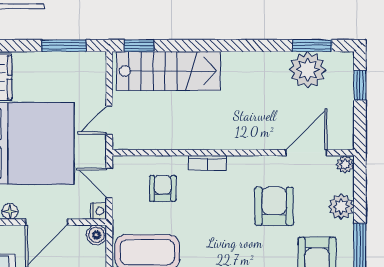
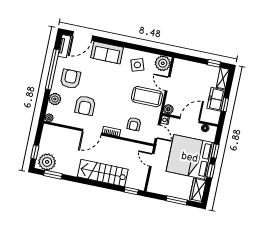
window: (64, 46) -> (177, 200), moved
plant: (308, 70) -> (47, 162), moved
stairs: (168, 71) -> (103, 173), moved
door: (109, 120) -> (152, 160), swing flipped
door: (306, 153) -> (92, 132), moved

